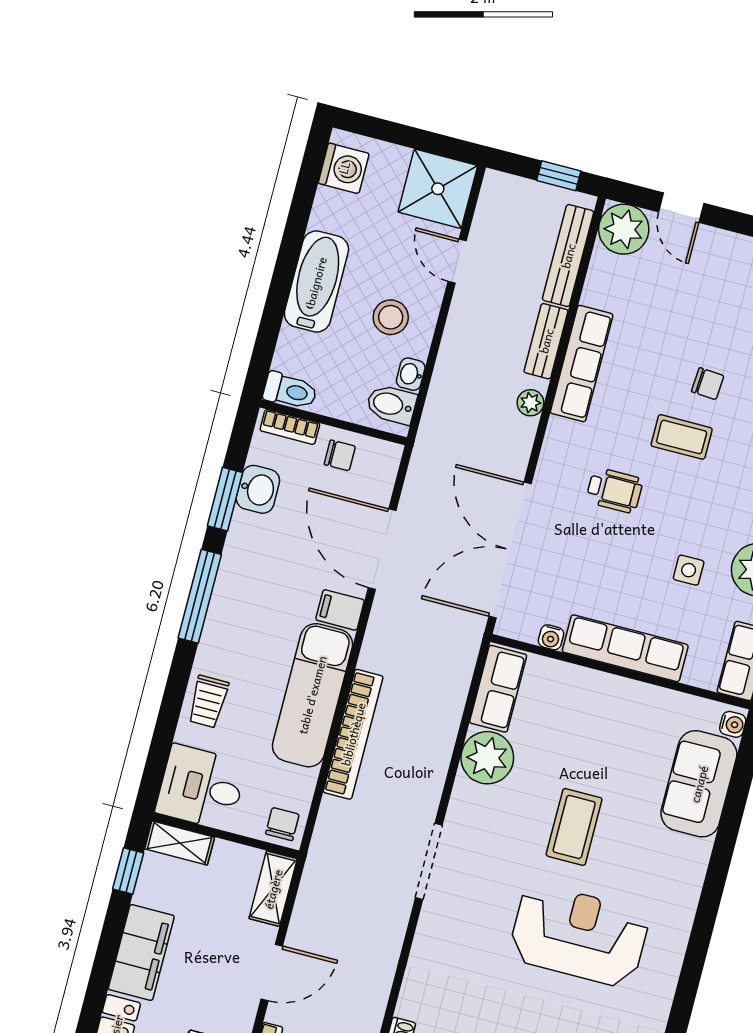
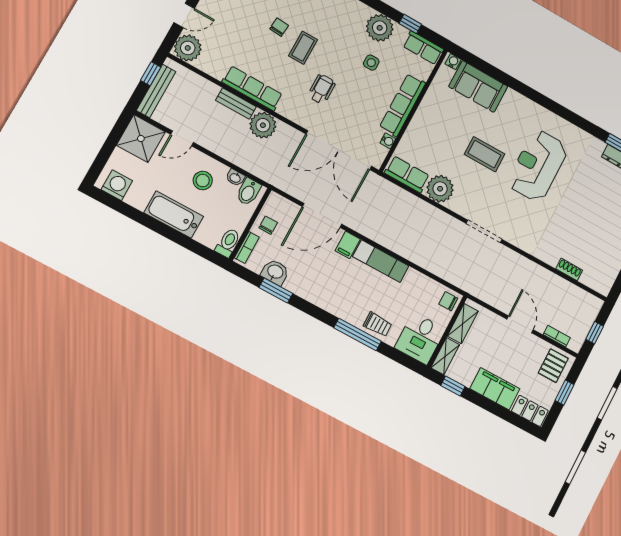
bench: (568, 256) -> (156, 91), moved, turned 90
plant: (530, 403) -> (263, 125), width x1.87, depth x1.87
window: (200, 596) -> (358, 335), moved
exam couch: (312, 695) -> (381, 261), width x0.73, depth x0.69
bookcase: (353, 734) -> (412, 254), removed
shelving: (273, 889) -> (463, 324), moved, turned 90

